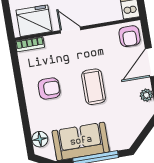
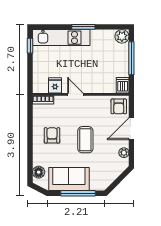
fridge: (34, 21) -> (55, 85), width x0.53, depth x0.75
armchair: (49, 89) -> (52, 135), turned -90

